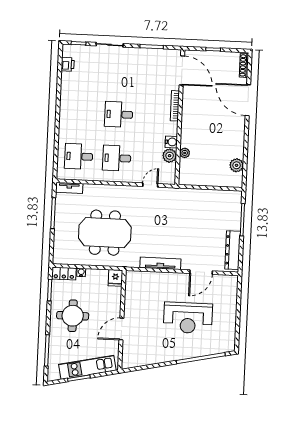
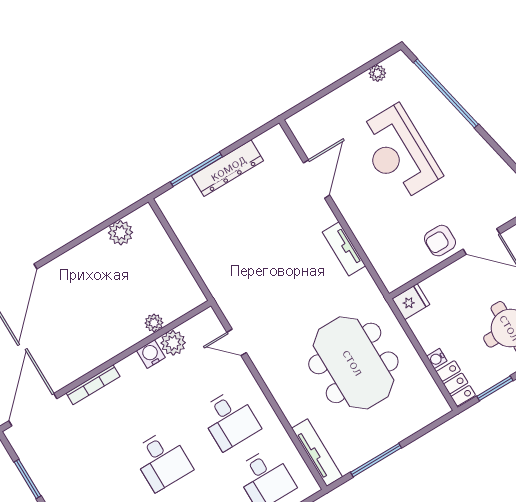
tv unit: (69, 188) -> (317, 453), width x1.41
dresser: (233, 250) -> (228, 168), moved
tv unit: (160, 263) -> (344, 249), width x0.71
door: (201, 272) -> (316, 179), hinge flipped
armchair: (135, 310) -> (440, 241), added
reception desk: (188, 318) -> (398, 153), turned 180
plant: (231, 333) -> (377, 73), added

